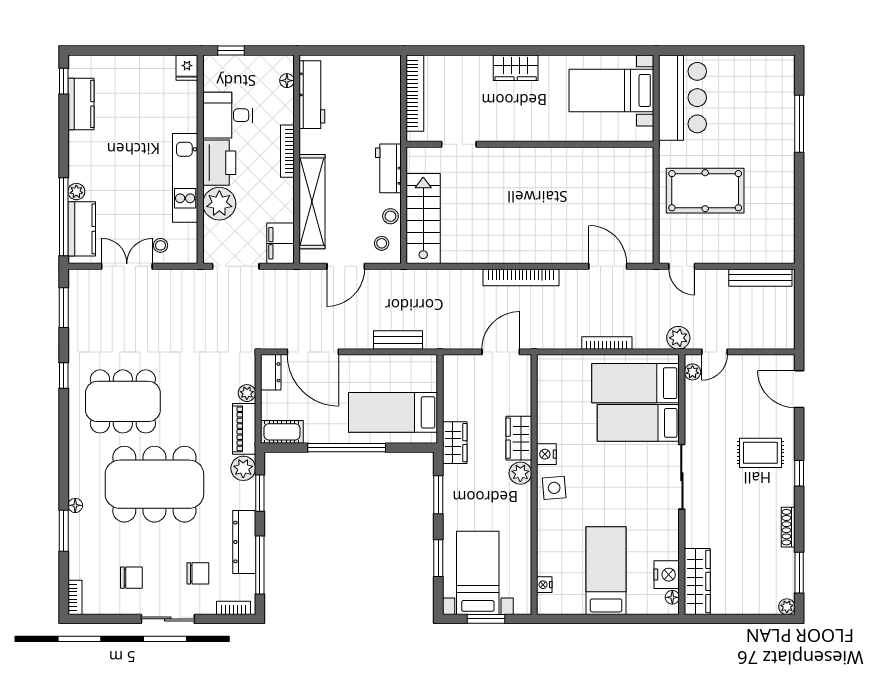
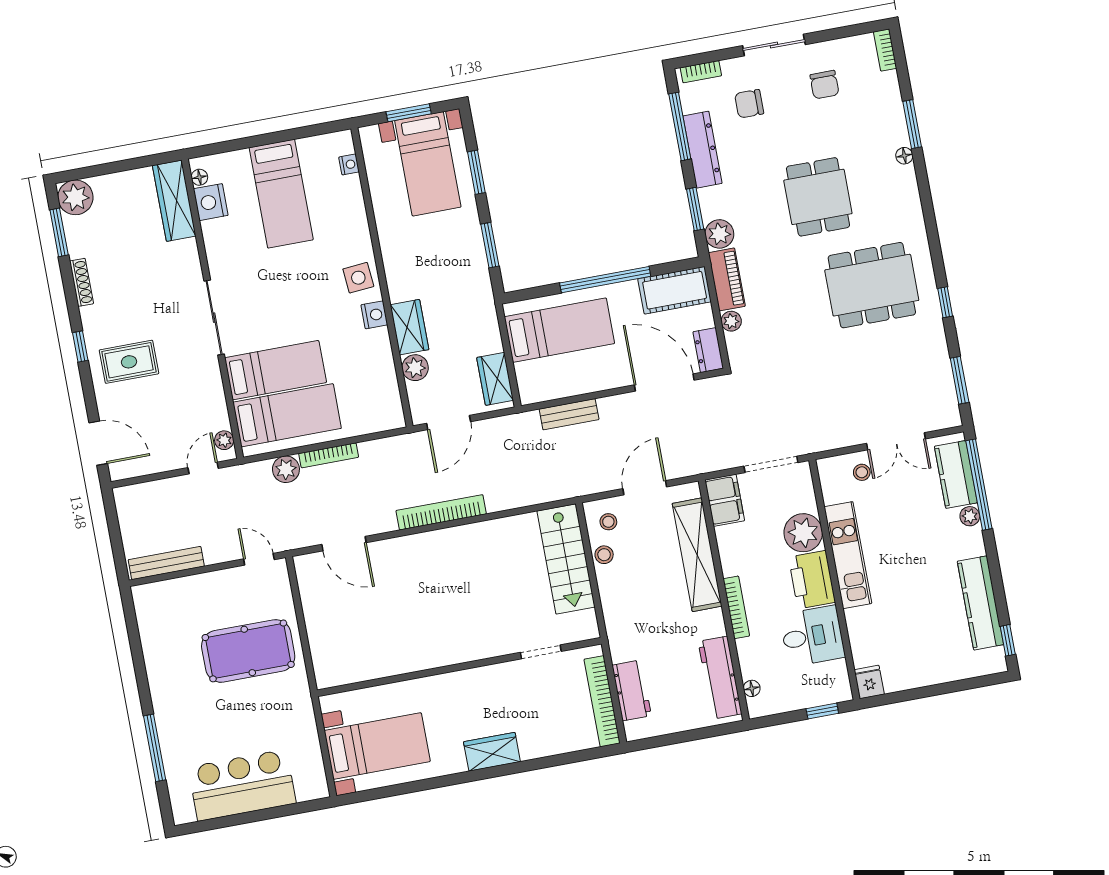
bar counter: (683, 98) -> (242, 785), moved, turned 90
kitchen counter: (81, 104) -> (980, 603), width x1.50
workbench: (388, 168) -> (632, 690), moved
plant: (678, 338) -> (286, 469), moved
cot: (282, 432) -> (675, 290), width x1.37, depth x1.34
wardrobe: (455, 443) -> (495, 379), moved
plant: (520, 473) -> (415, 368), moved
dining table: (154, 484) -> (818, 197), width x0.53, depth x0.80
chair: (131, 578) -> (824, 85), turned -90
plant: (787, 607) -> (75, 197), width x1.88, depth x1.88

